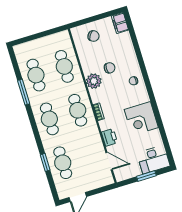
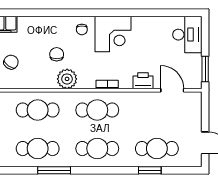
corner desk: (141, 118) -> (113, 34), moved
door: (109, 161) -> (172, 90), hinge flipped
window: (146, 176) -> (205, 69), moved

